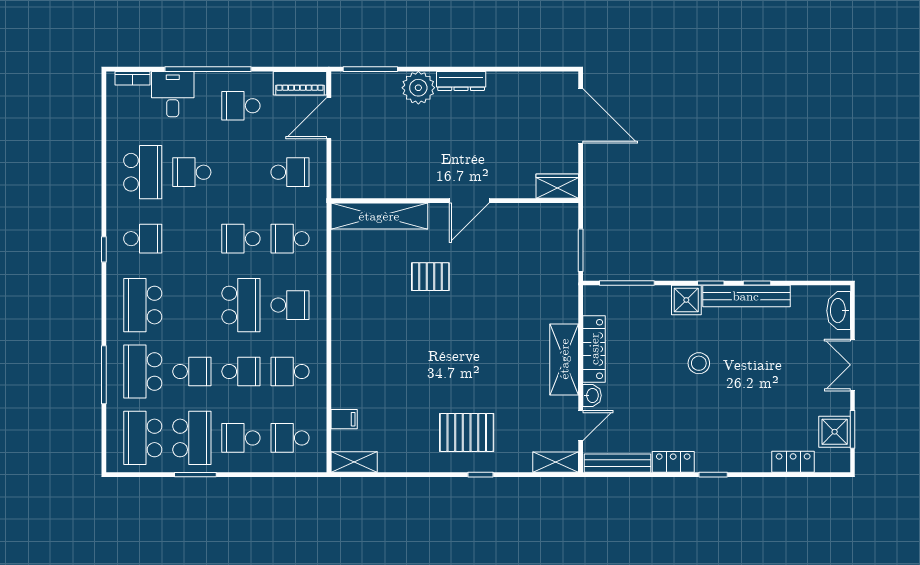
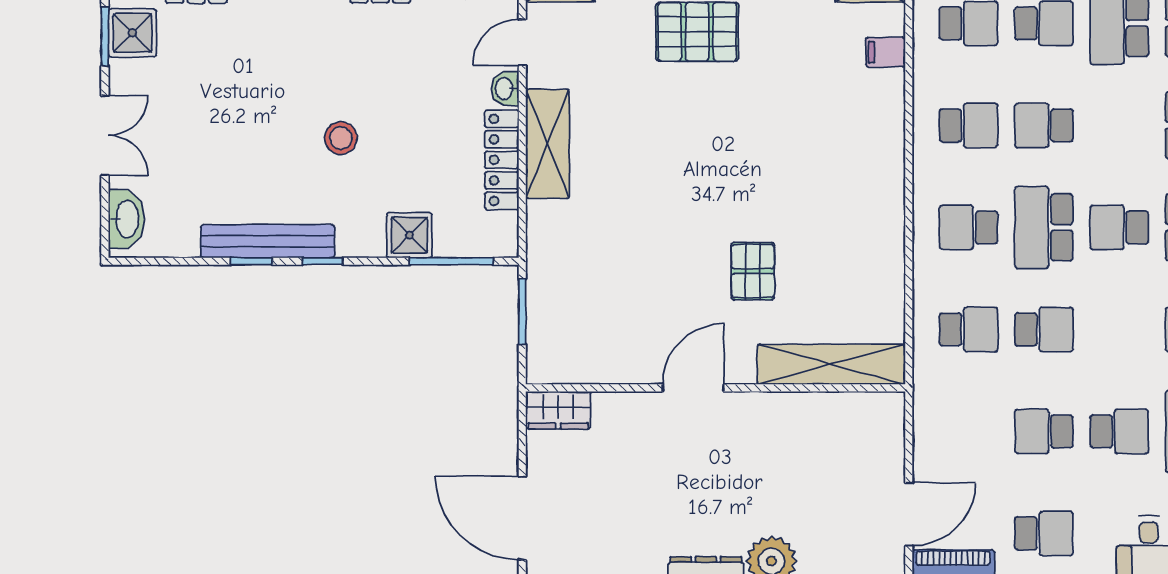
school desk: (290, 172) -> (1044, 431), moved
pallet: (430, 277) -> (753, 271), turned 90
shower: (686, 300) -> (409, 235), moved
school desk: (192, 371) -> (1119, 227), moved

